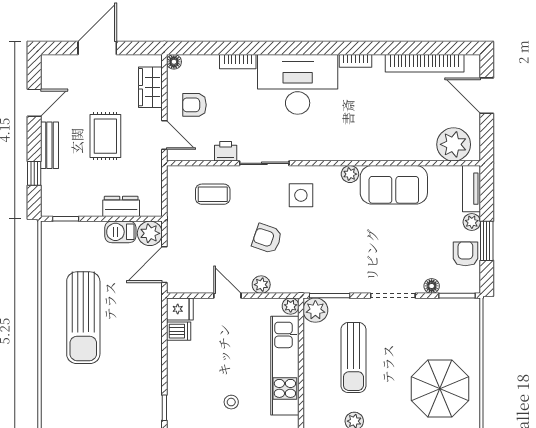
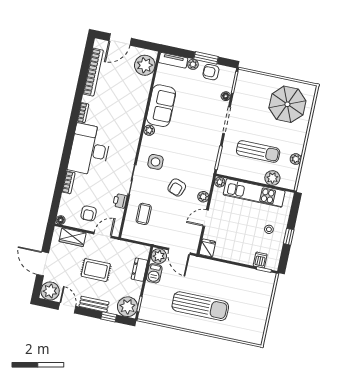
plant: (56, 69) -> (50, 291), added
plant: (57, 200) -> (127, 307), added
plant: (315, 310) -> (272, 178), moved
dishwasher: (179, 331) -> (260, 260), moved

